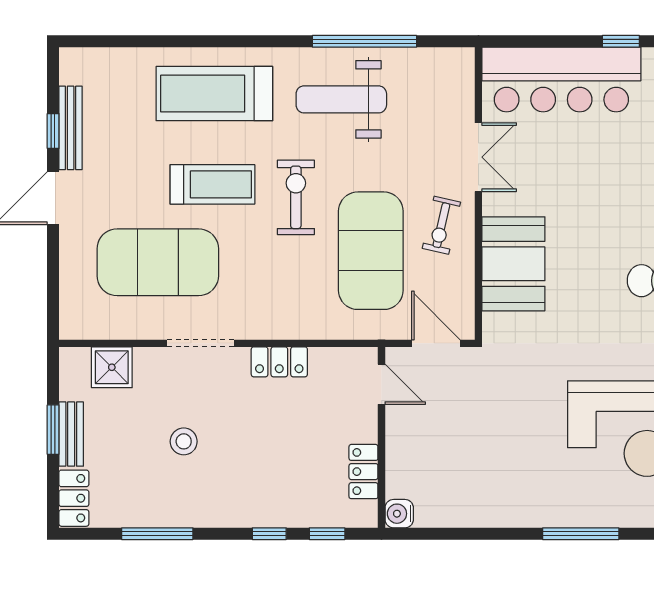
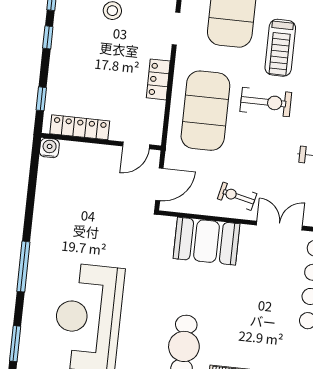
double door: (478, 157) -> (279, 226), swing flipped
exercise mat: (371, 251) -> (205, 111), moved, turned 90
doorway: (200, 343) -> (176, 29), width x0.73
locker: (363, 472) -> (80, 127), width x1.53
window: (269, 534) -> (48, 37), moved

